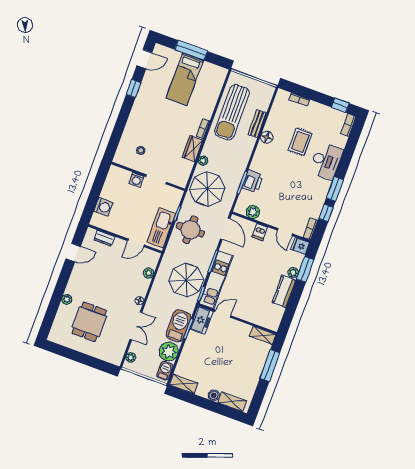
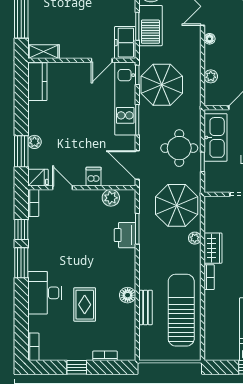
window: (340, 105) -> (77, 367), moved
kitchen counter: (284, 291) -> (37, 82), moved

